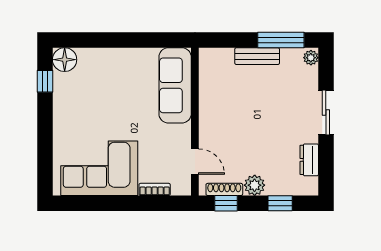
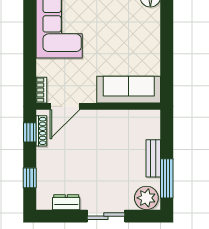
plant: (311, 58) -> (146, 198), width x1.88, depth x1.88
door: (195, 162) -> (65, 106), width x1.38
plant: (255, 185) -> (45, 156), removed
bookcase: (155, 189) -> (41, 90), moved

